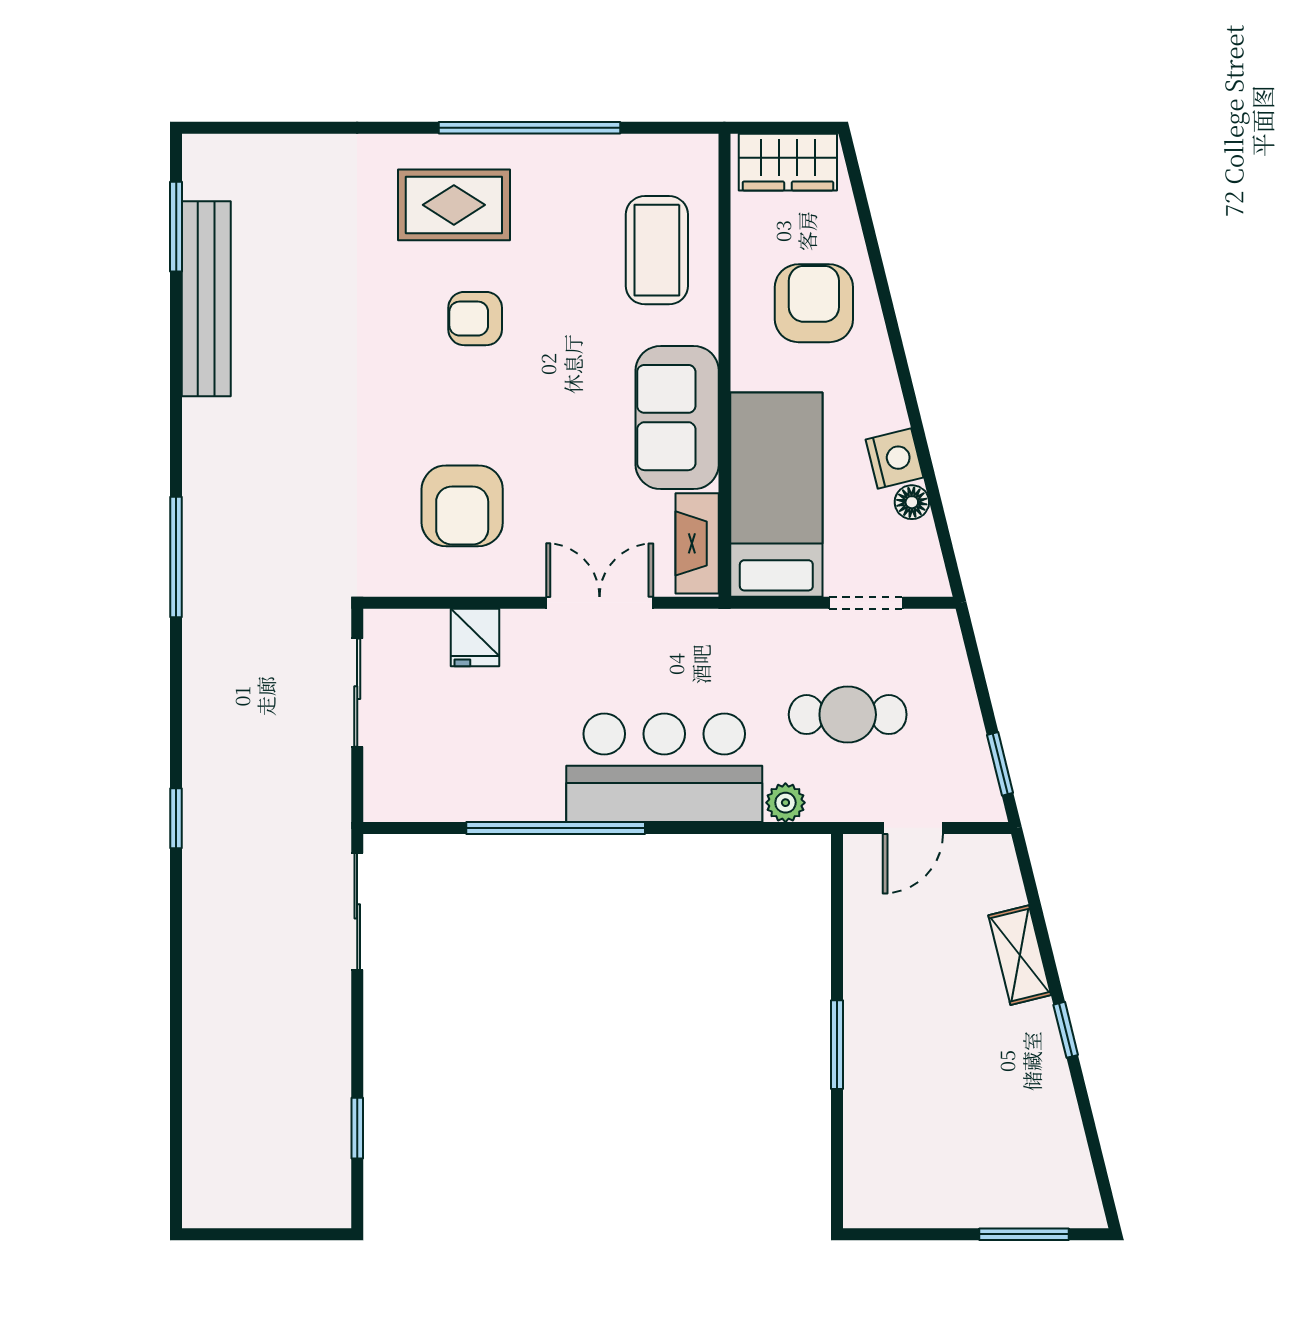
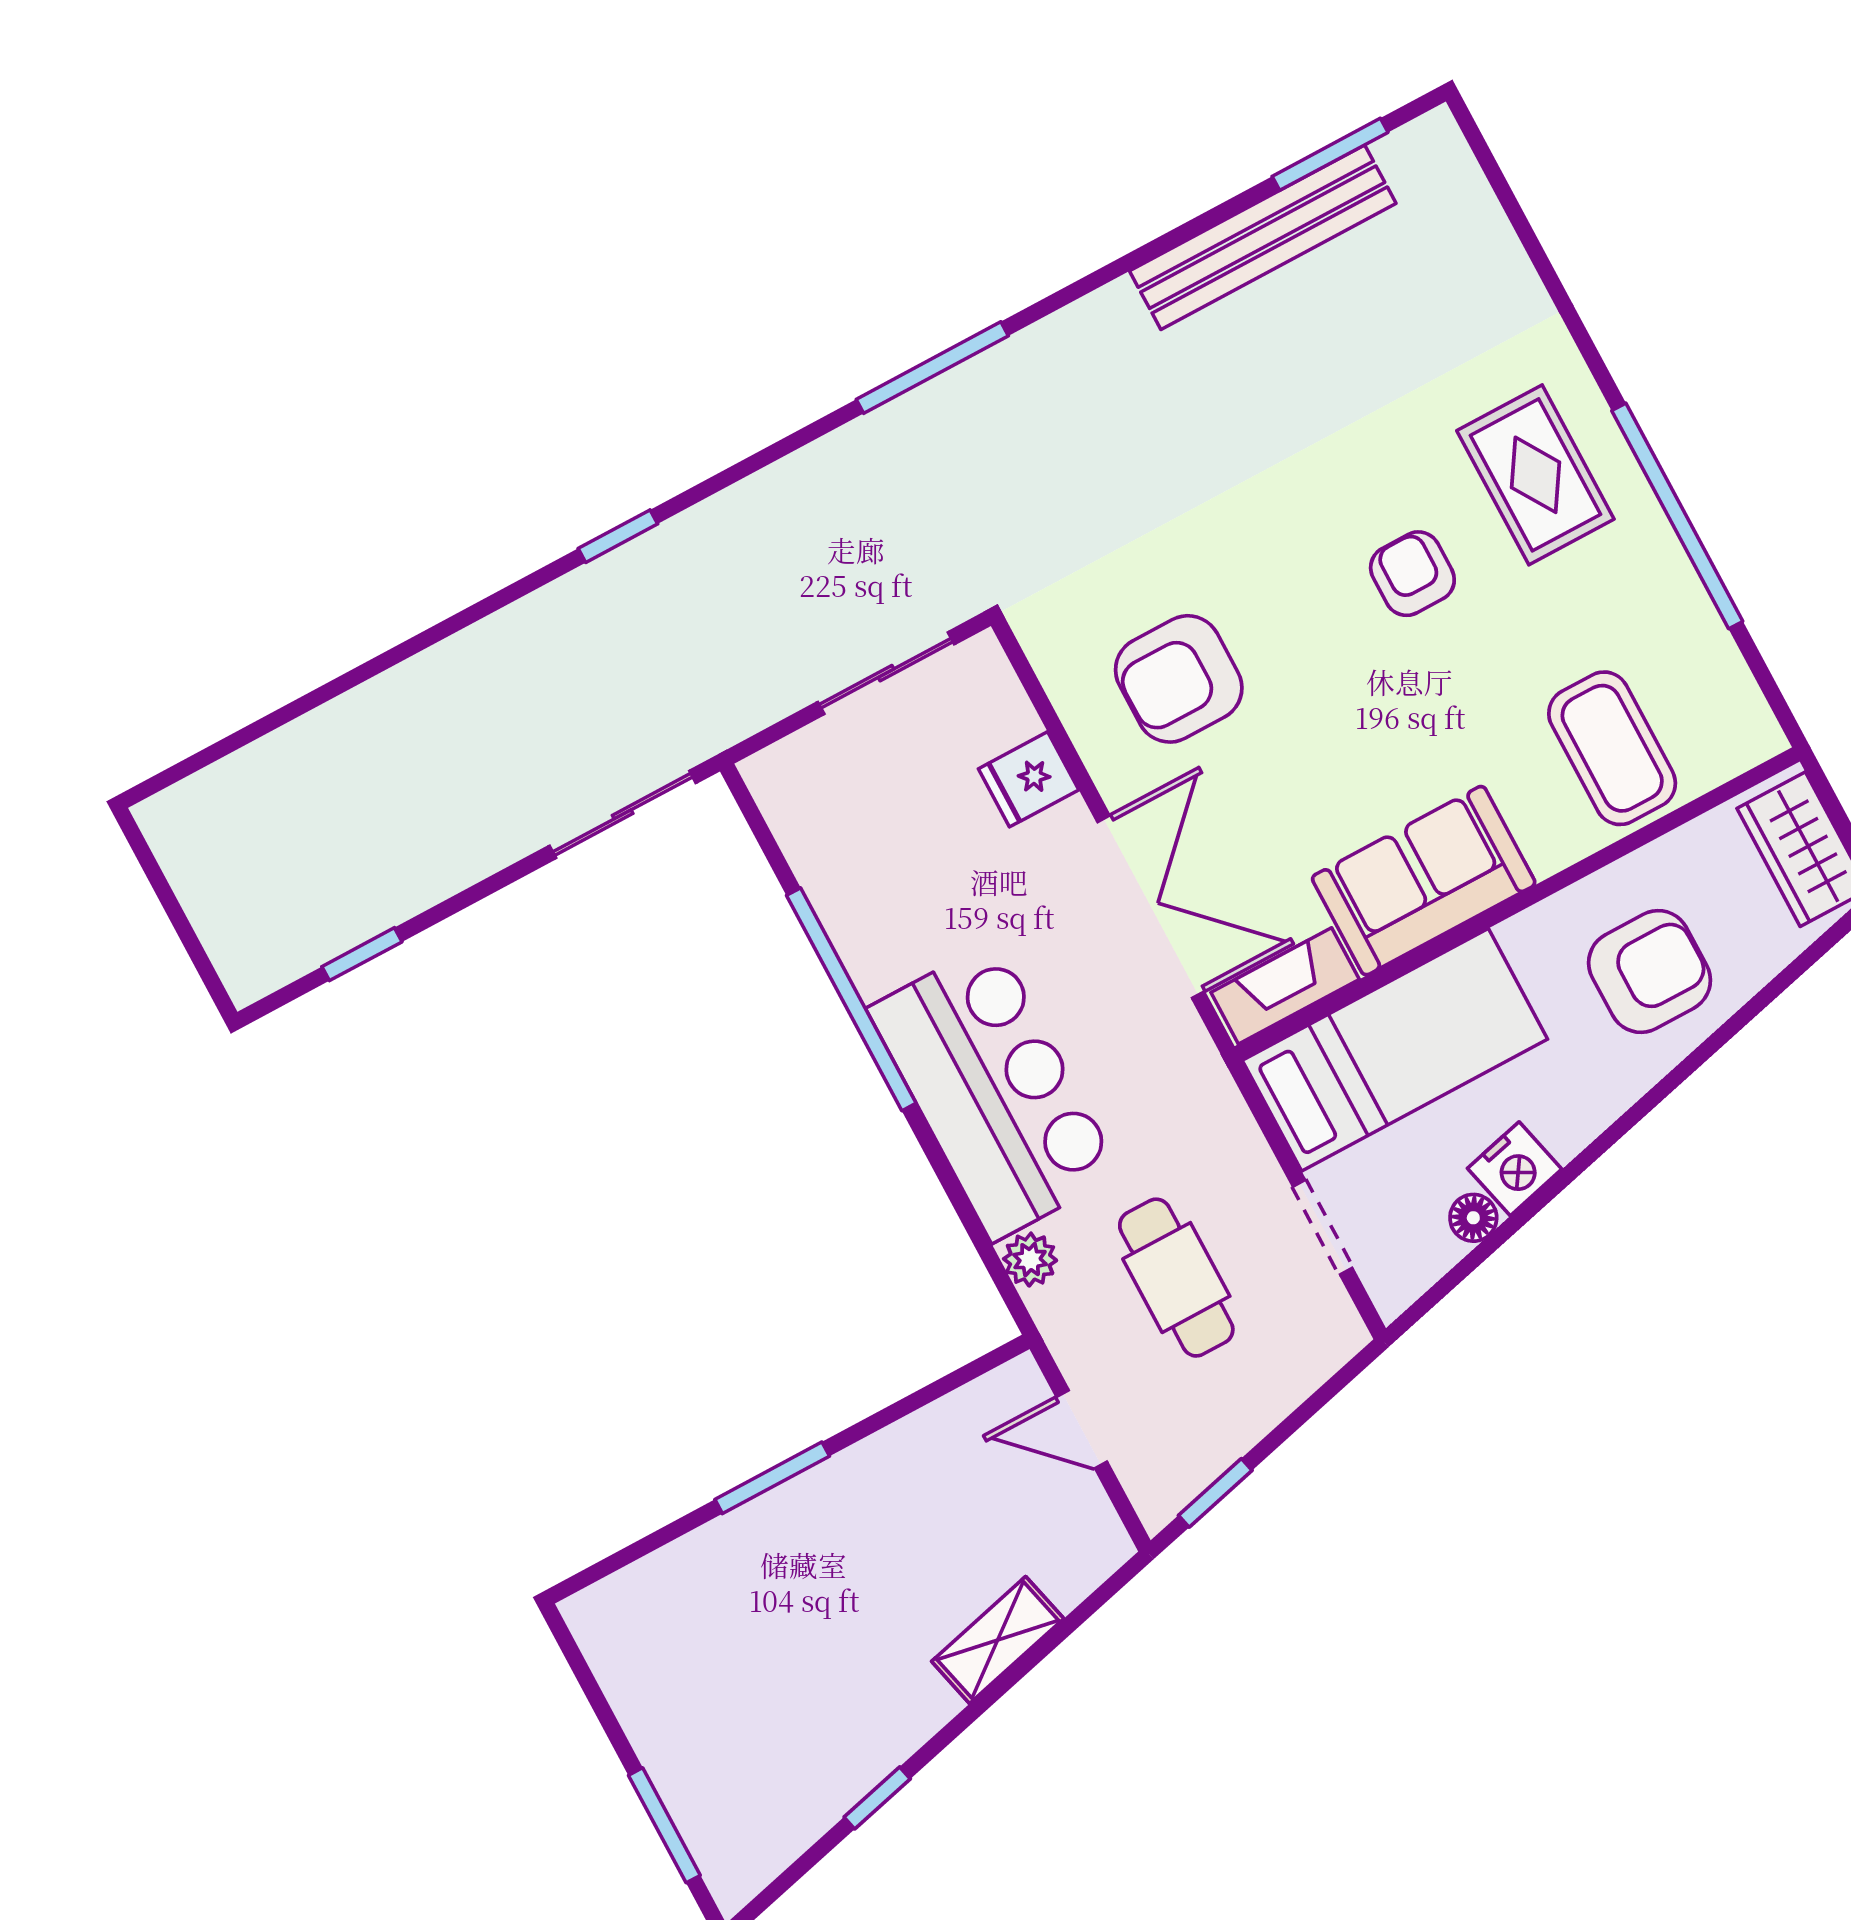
coffee table: (657, 250) -> (1612, 748), turned 90
double door: (600, 603) -> (1151, 907), width x1.37
window: (1066, 1030) -> (877, 1798), moved

